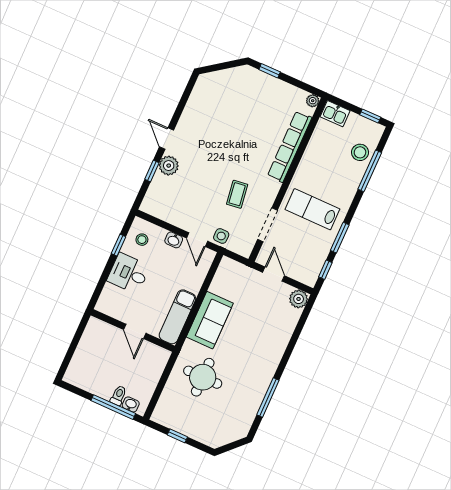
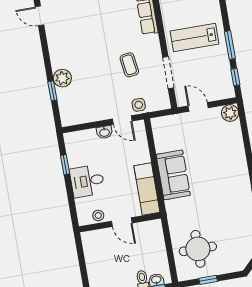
door: (167, 139) -> (39, 16), moved
stool: (142, 240) -> (98, 215), moved
round table: (203, 377) -> (198, 249), moved

